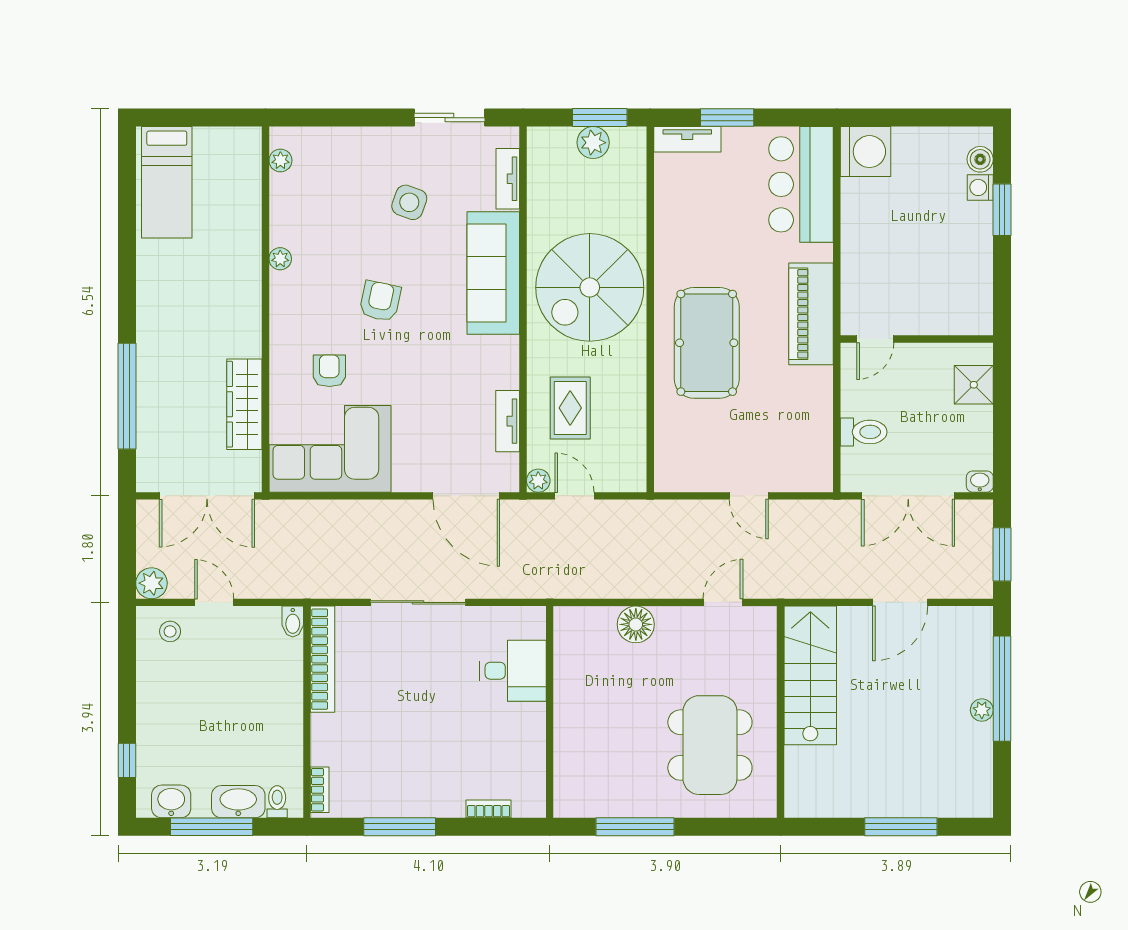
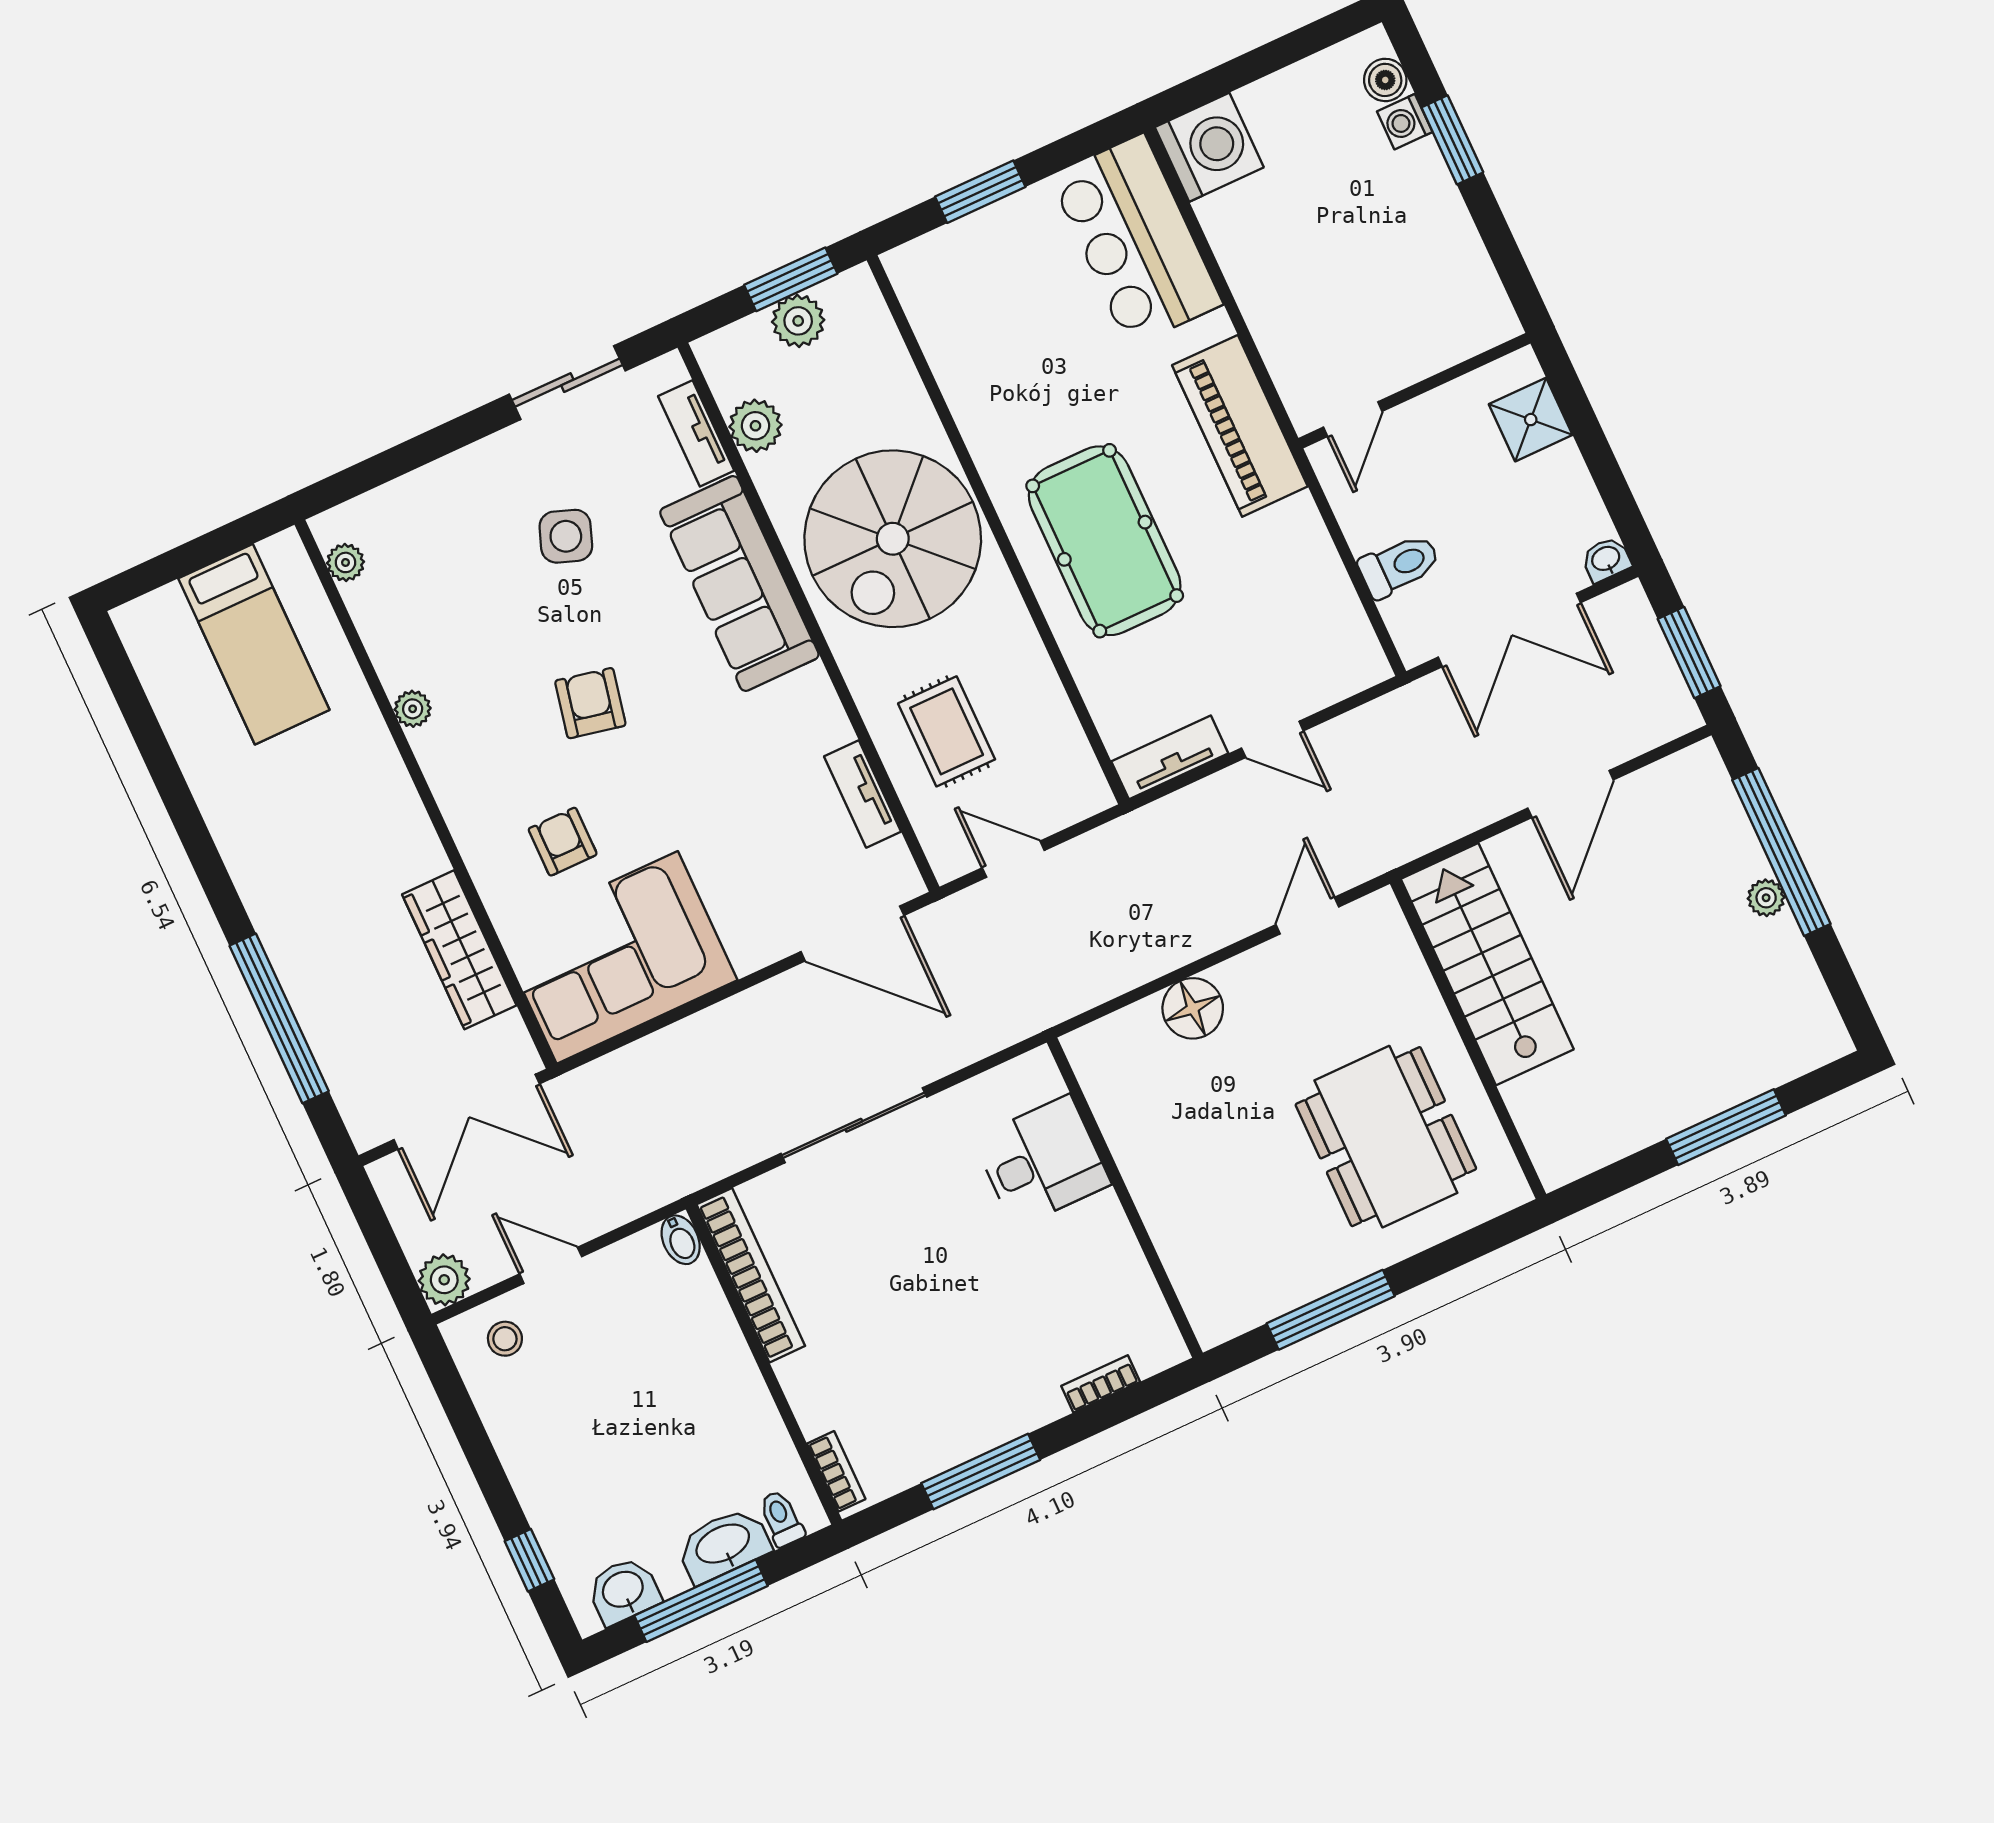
tv unit: (687, 139) -> (1170, 757), moved, turned 180
bed: (167, 182) -> (254, 644), moved
plant: (538, 481) -> (755, 426), moved, width x1.38, depth x1.38

